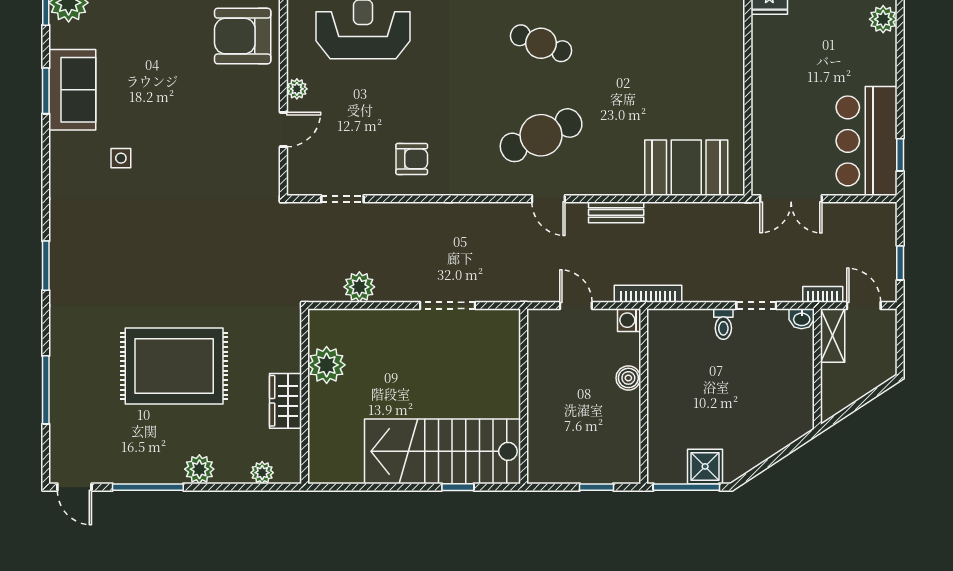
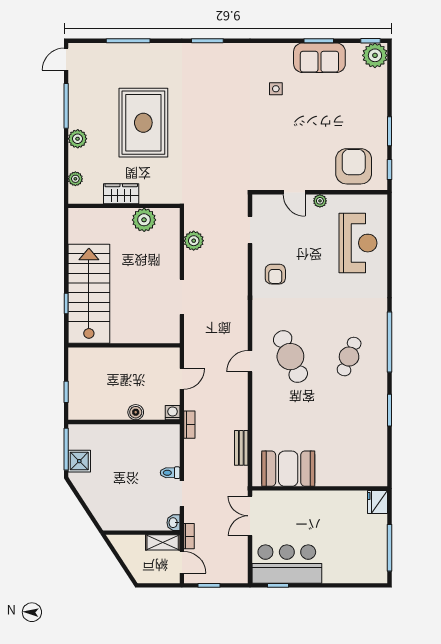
plant: (883, 19) -> (364, 575), removed
booth: (686, 168) -> (288, 469), moved, turned 90
bench: (616, 212) -> (241, 448), moved
bookcase: (648, 294) -> (189, 425), width x0.64
door: (864, 306) -> (182, 562), hinge flipped

